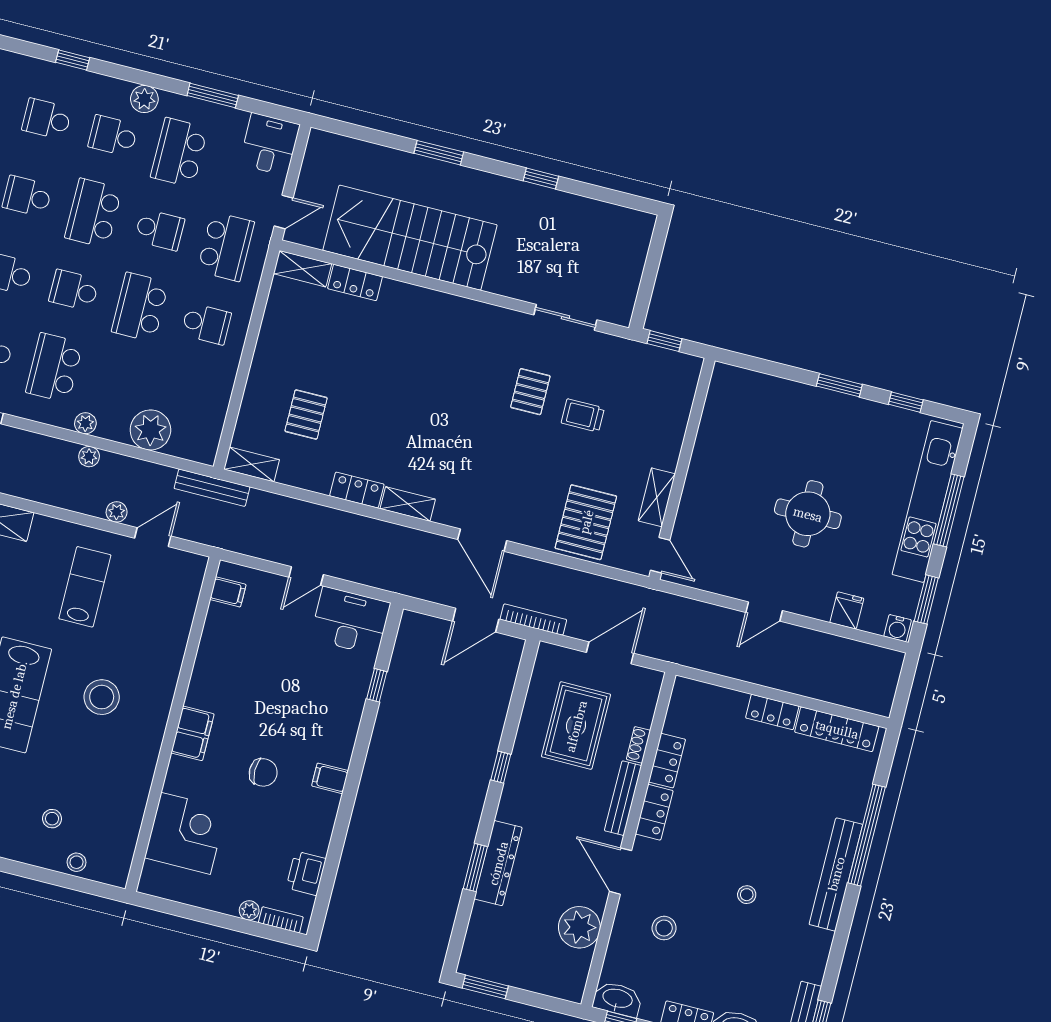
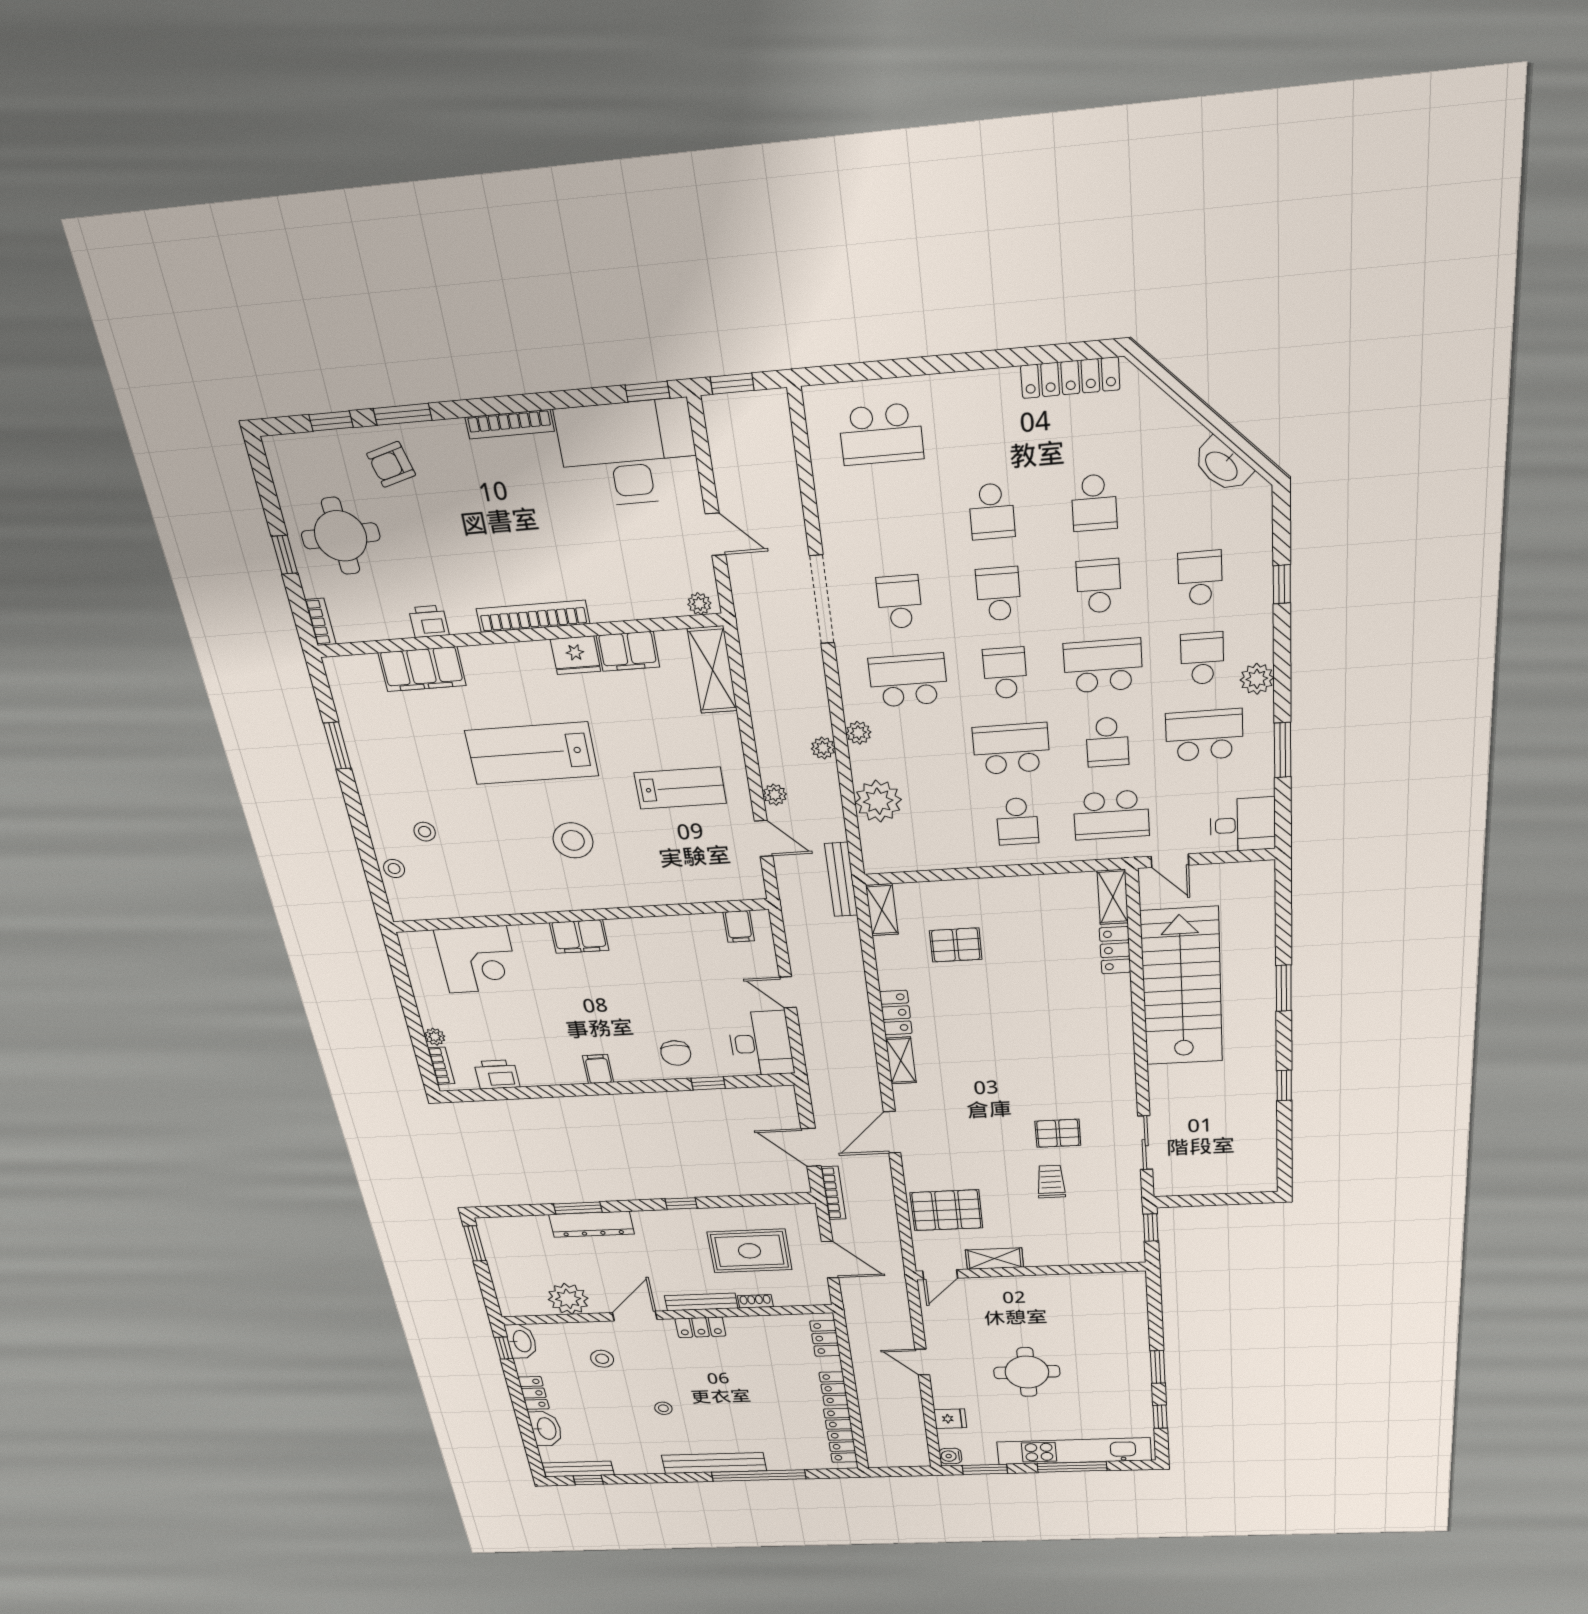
locker: (667, 761) -> (825, 1338), moved, turned 90
chair: (263, 772) -> (676, 1053), moved

